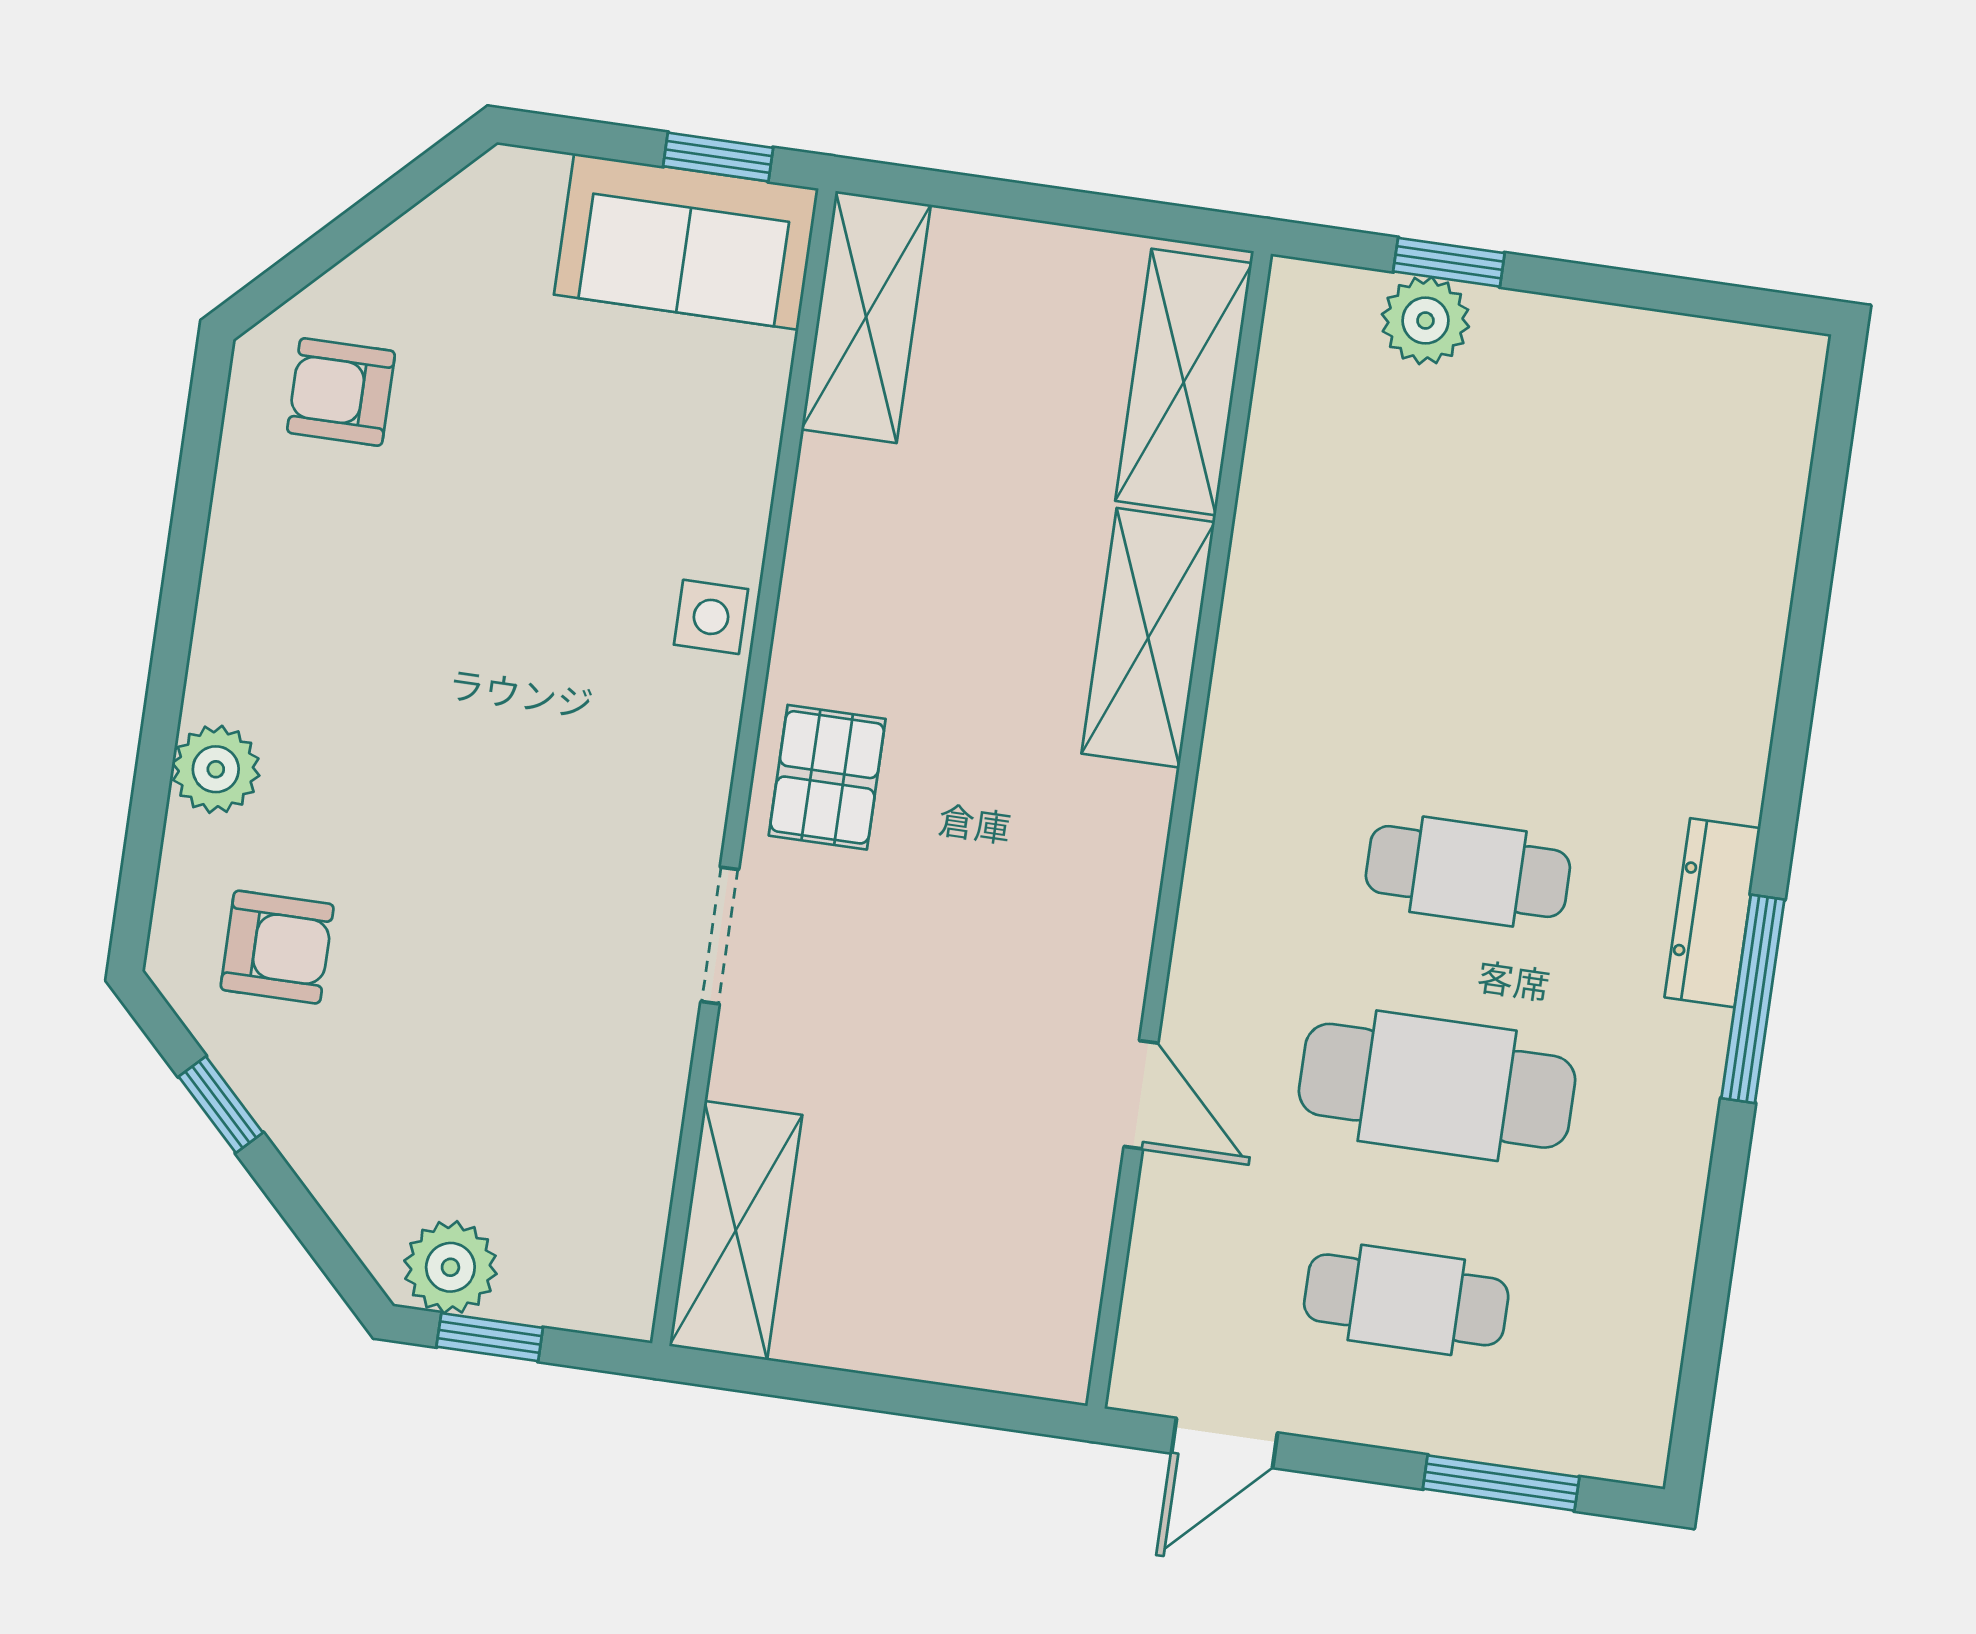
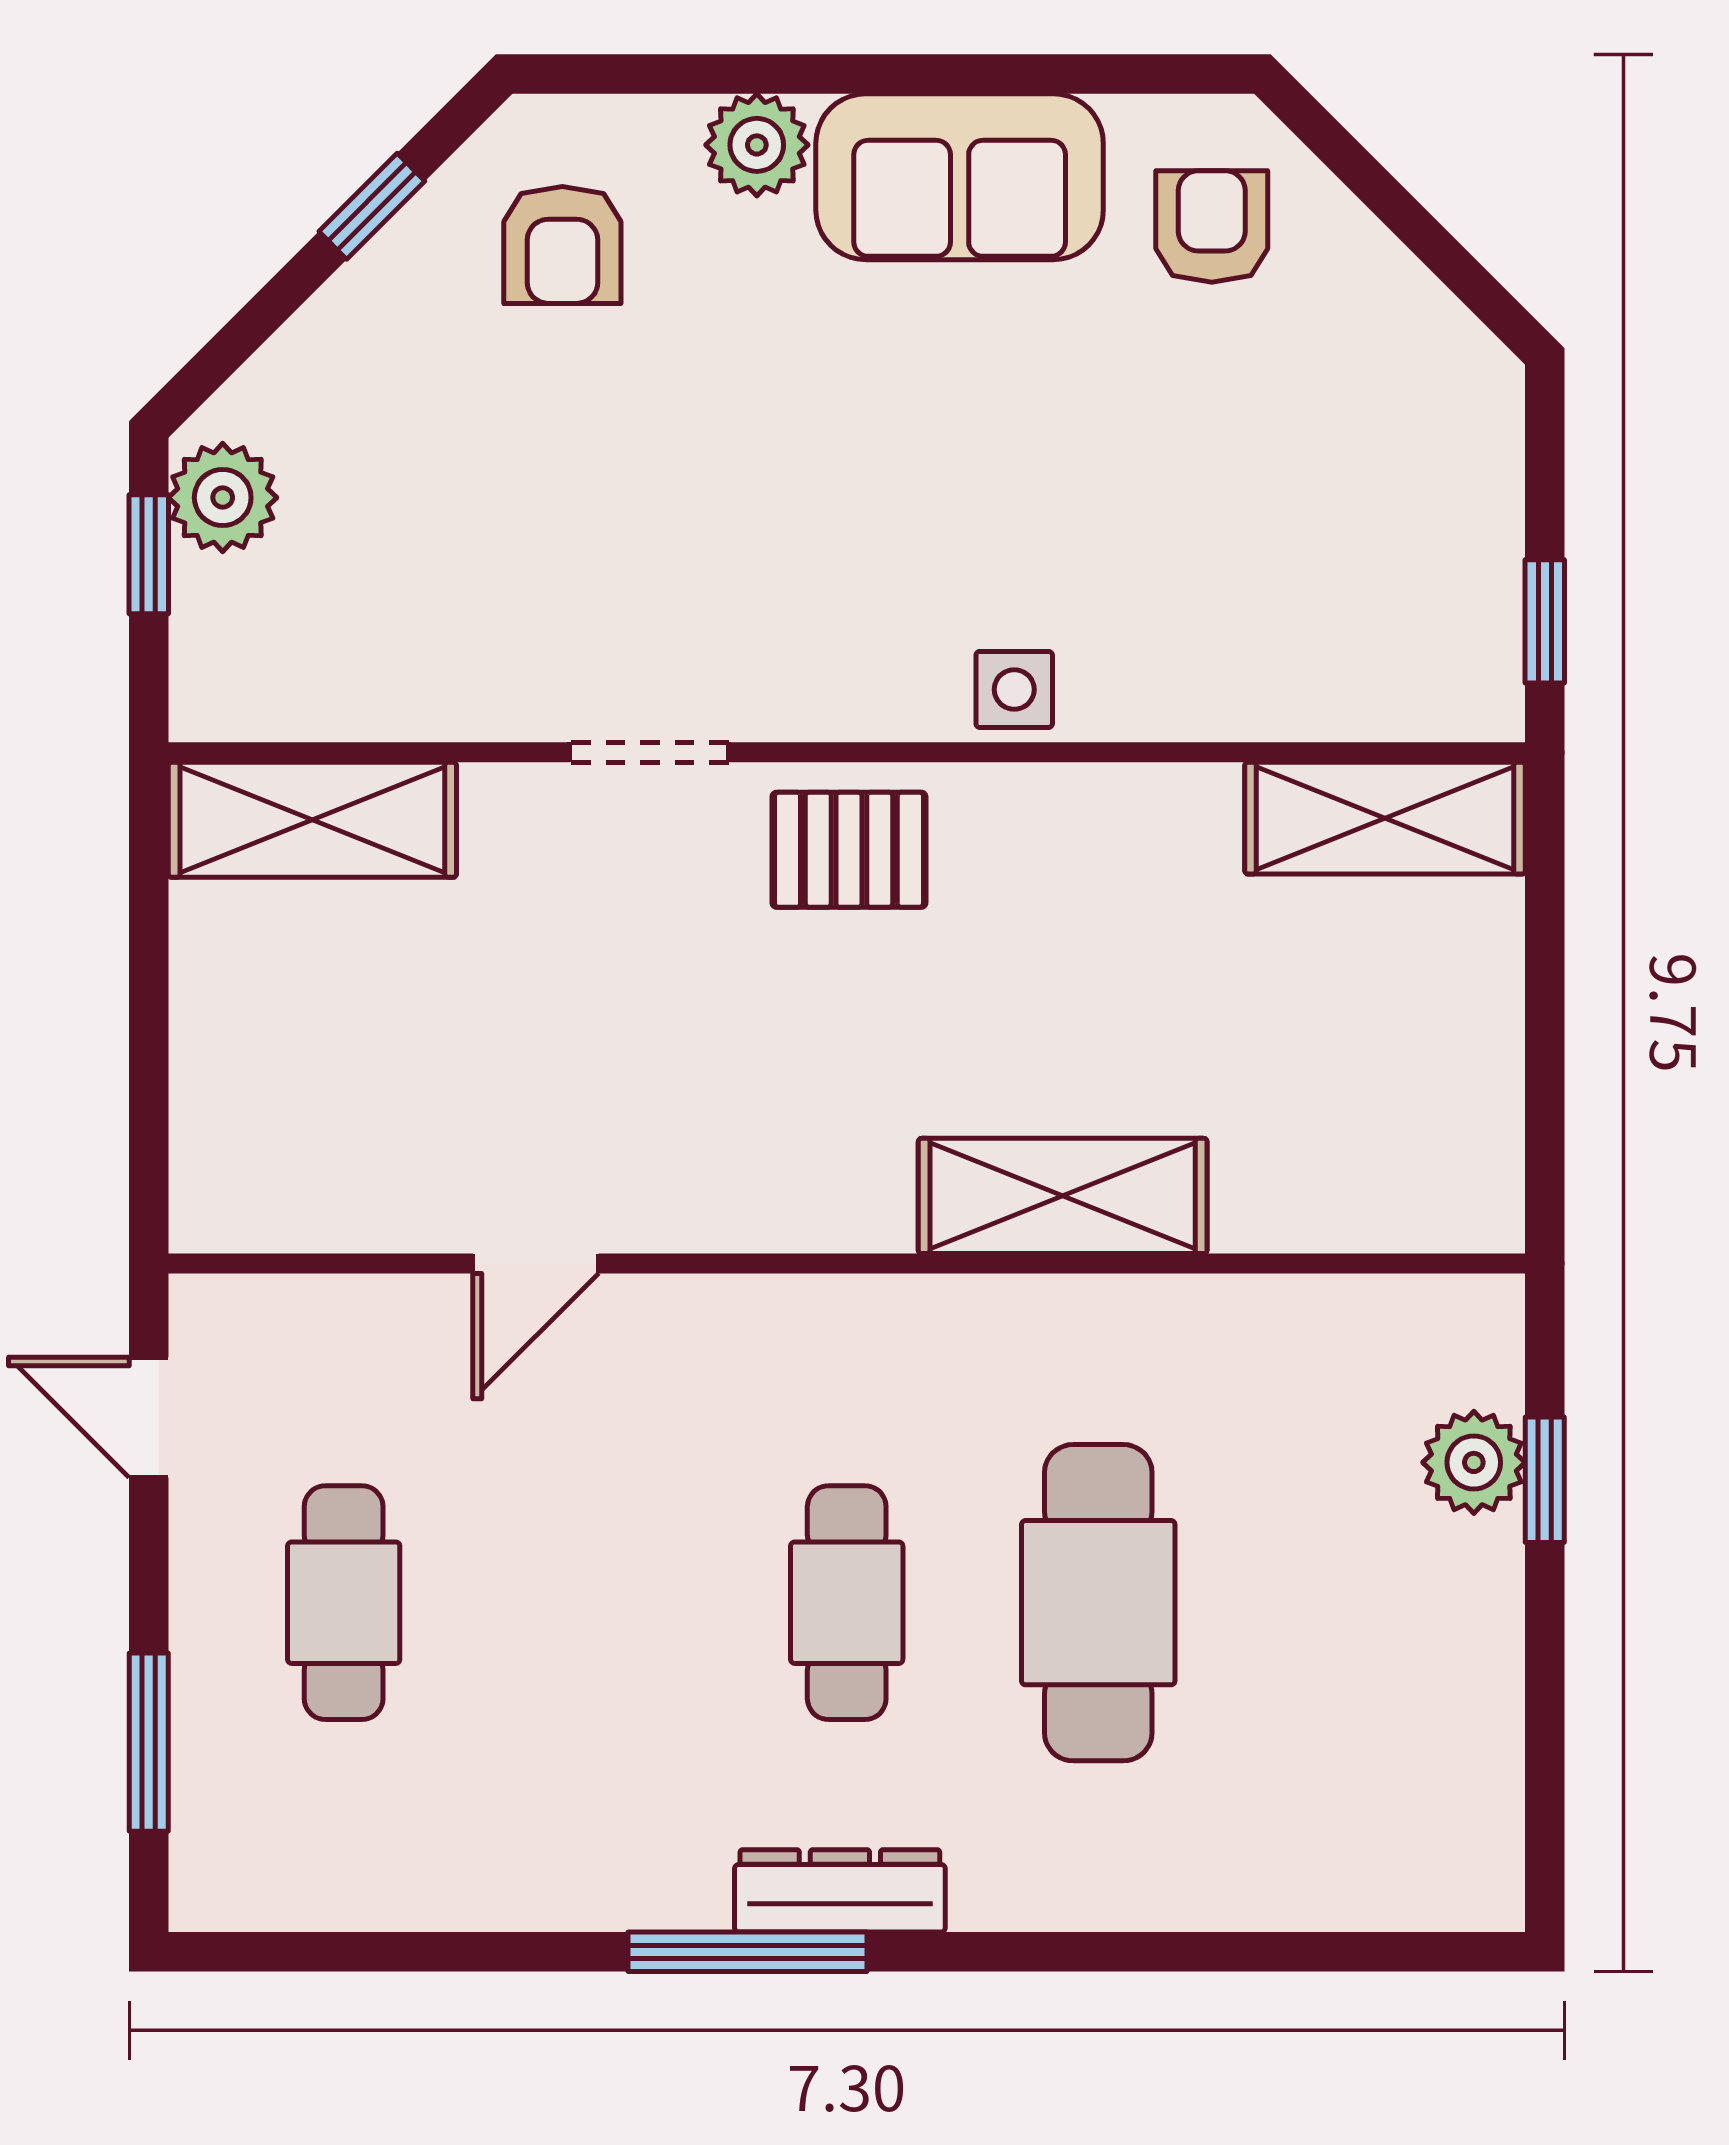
sofa: (686, 242) -> (960, 177), moved, turned -90
shelving: (1184, 382) -> (1363, 1194), removed
cafe table: (1437, 1086) -> (1098, 1603), moved

